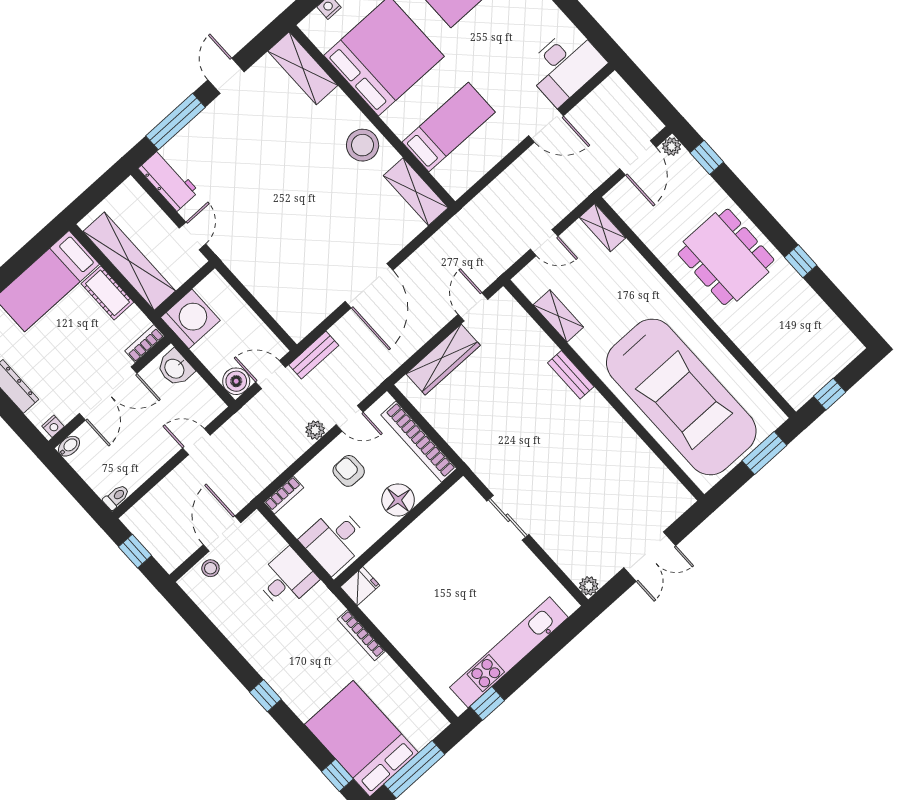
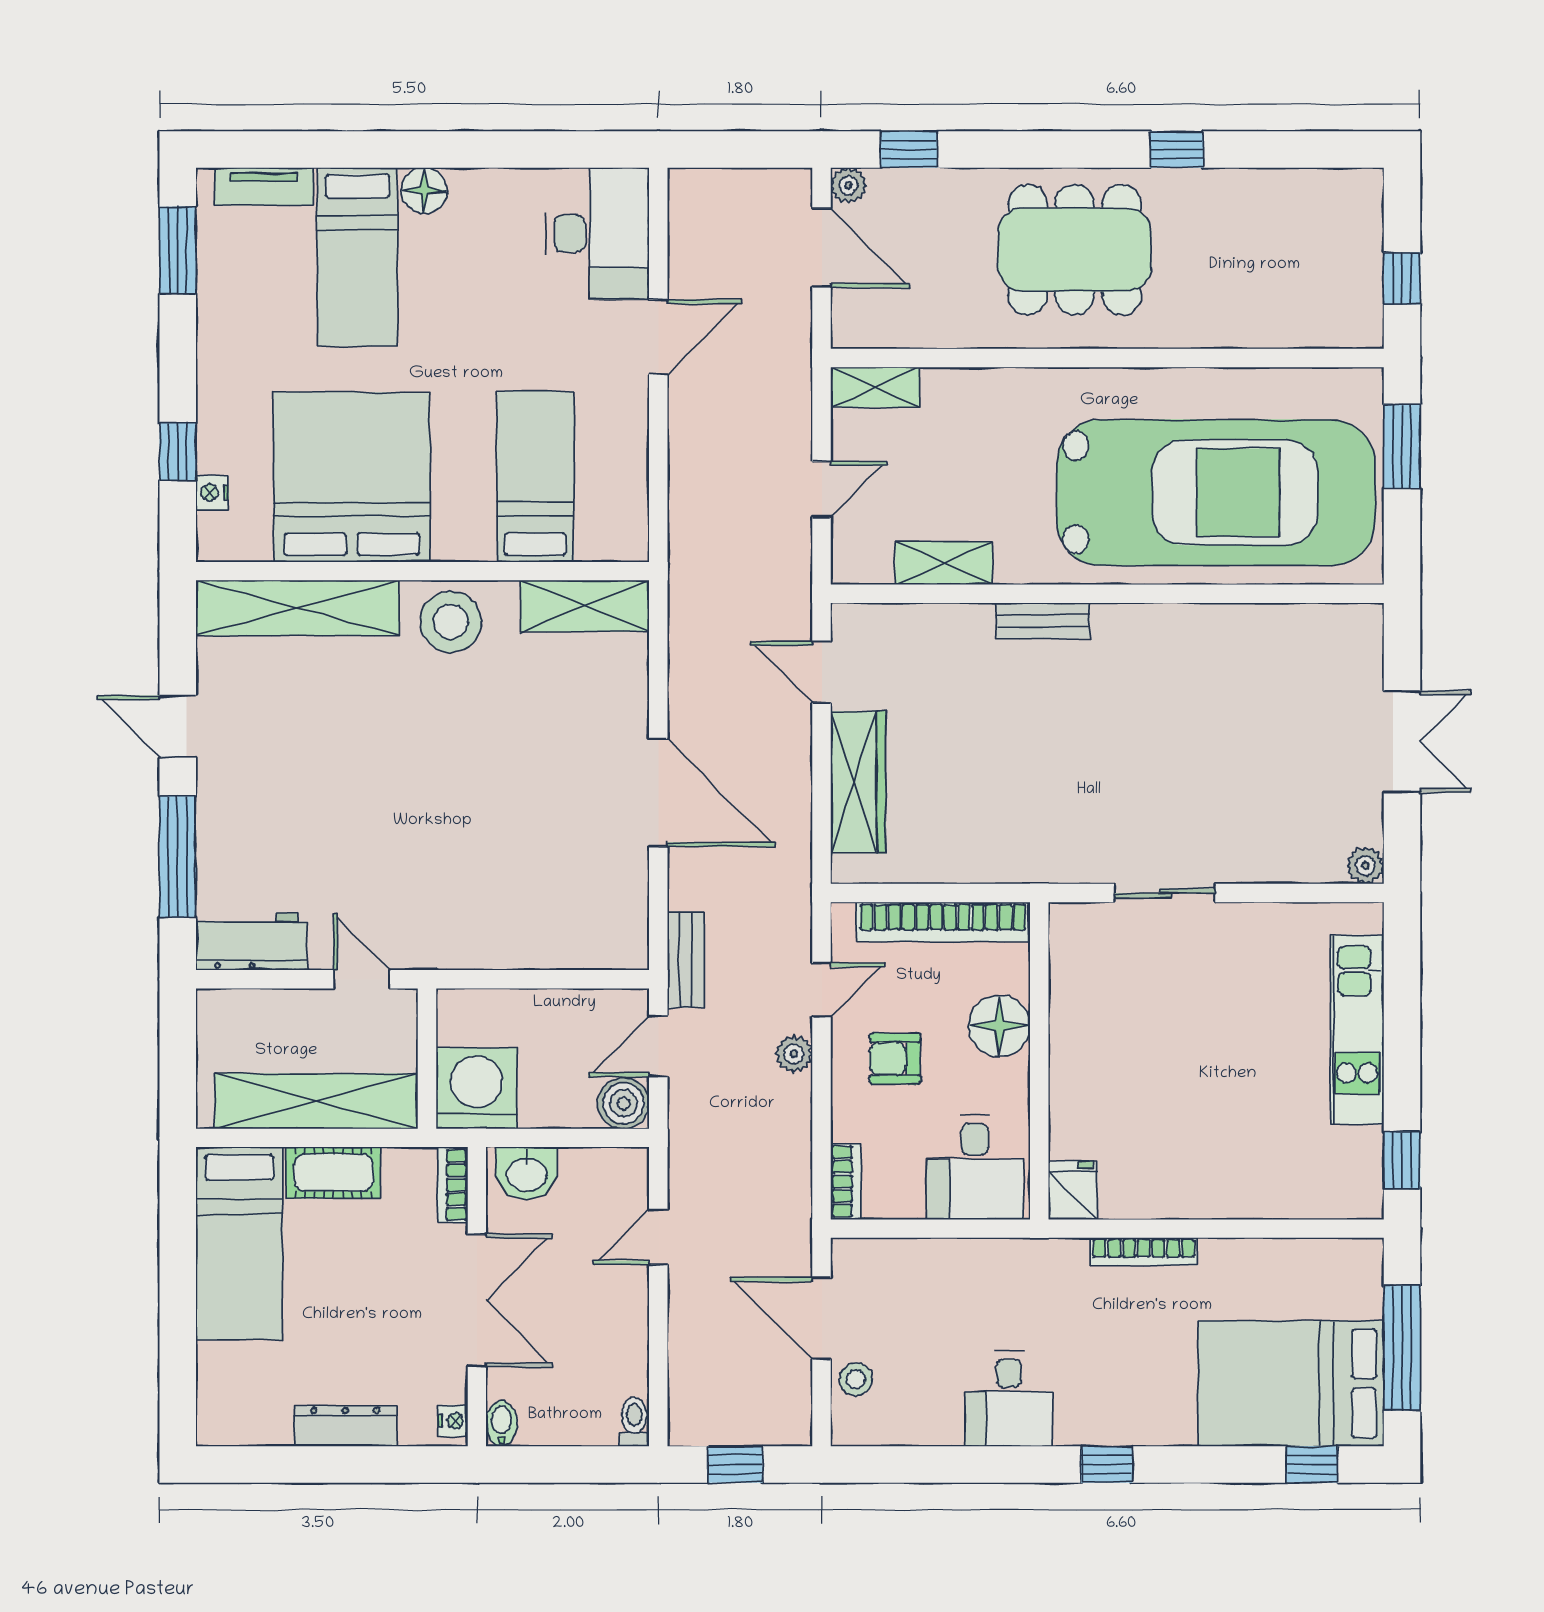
shelving: (303, 68) -> (297, 608), width x1.47
desk: (287, 579) -> (1009, 1399), moved, turned 180
kitchen unit: (509, 652) -> (1357, 1030), width x0.73

